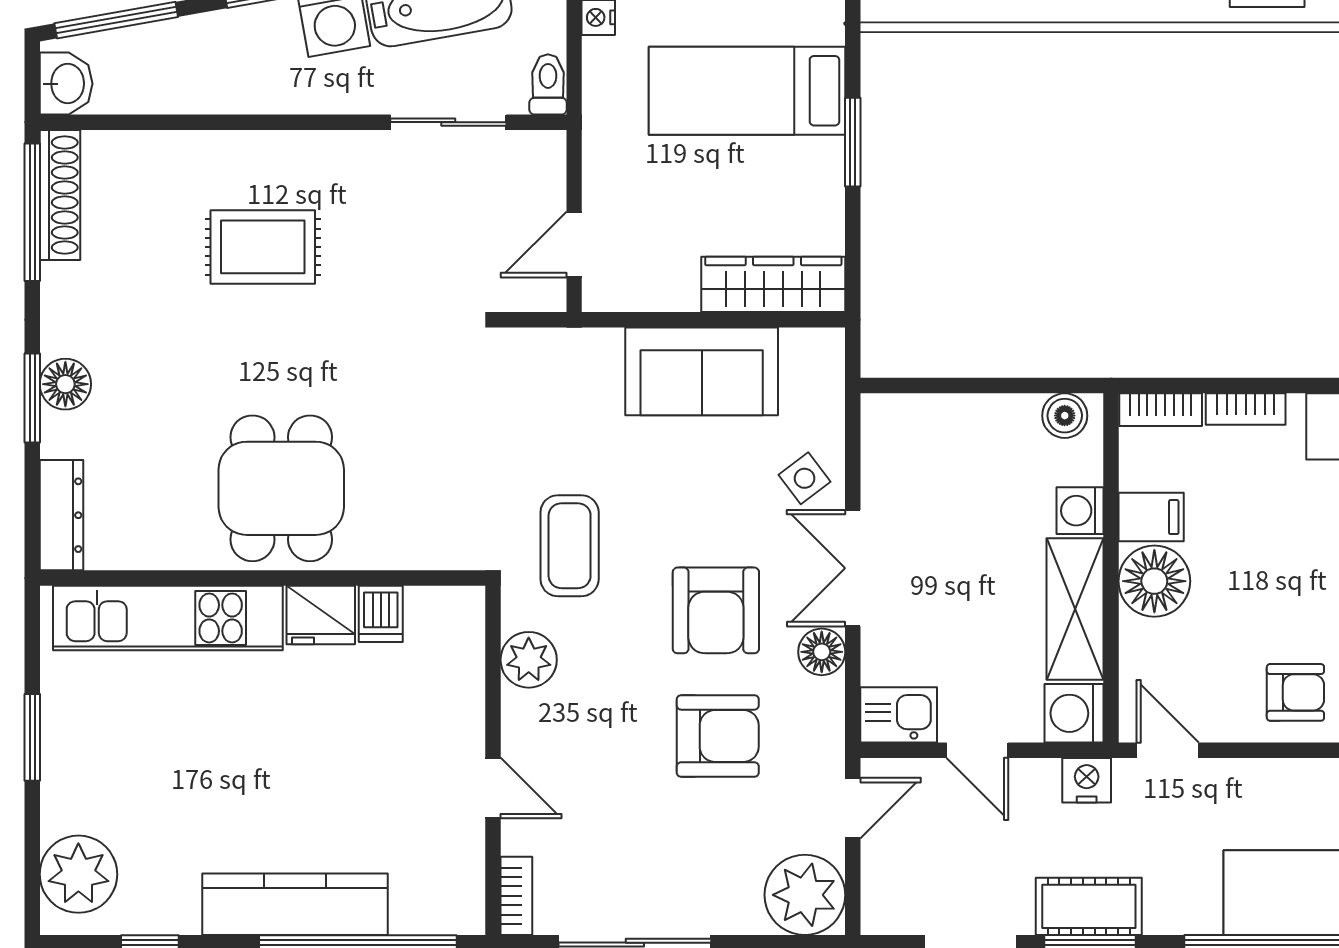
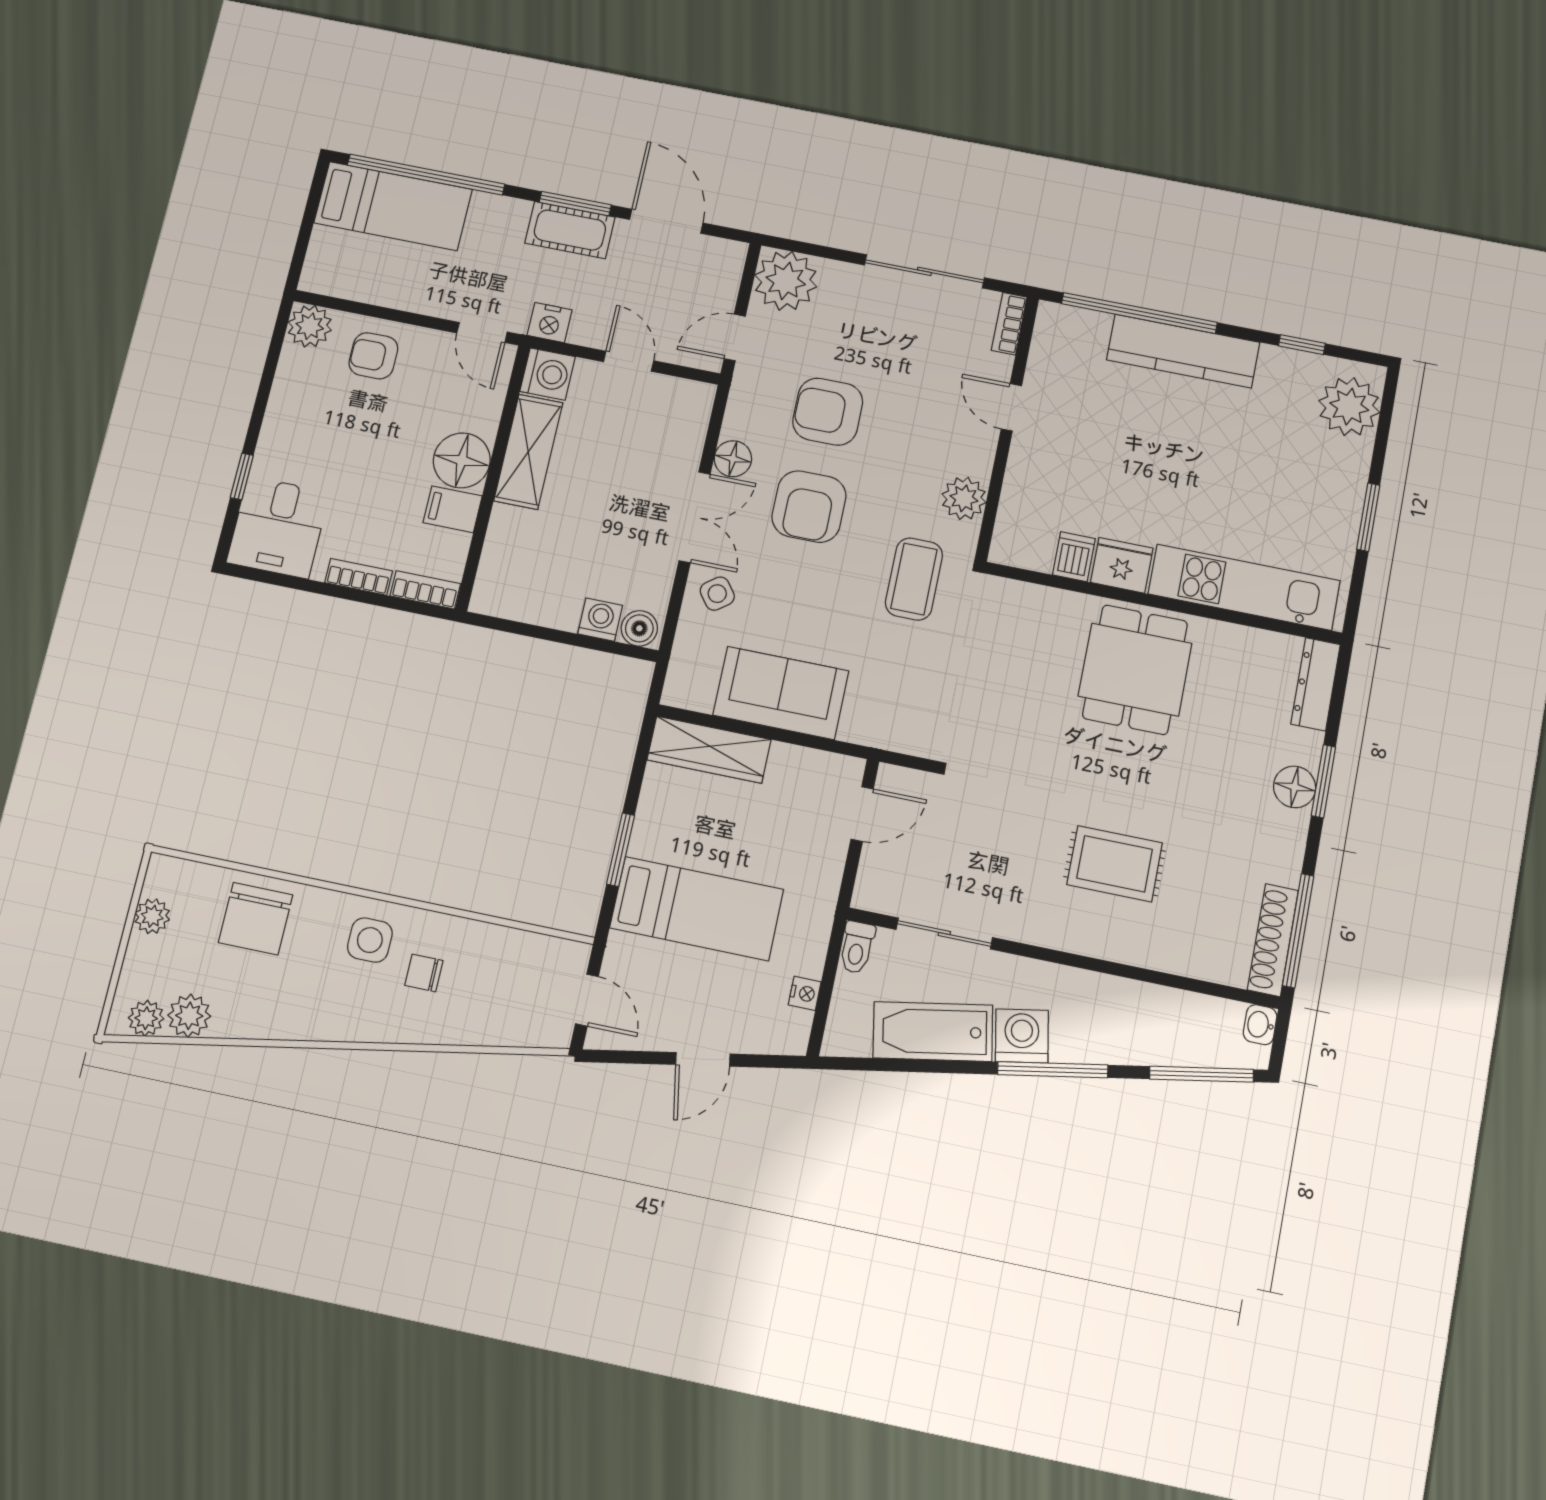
washbasin: (66, 84) -> (1260, 1025), width x0.72, depth x0.69
boiler: (1065, 416) -> (639, 628), moved
washing machine: (1080, 511) -> (600, 620), moved, turned -90
armchair: (716, 610) -> (809, 507), turned 180
kitchen sink: (899, 715) -> (684, 400), removed

